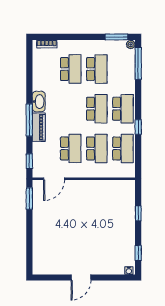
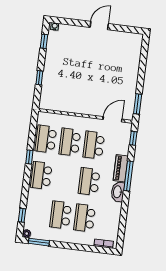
window: (138, 63) -> (22, 215), width x0.46
school desk: (97, 109) -> (89, 181), moved

